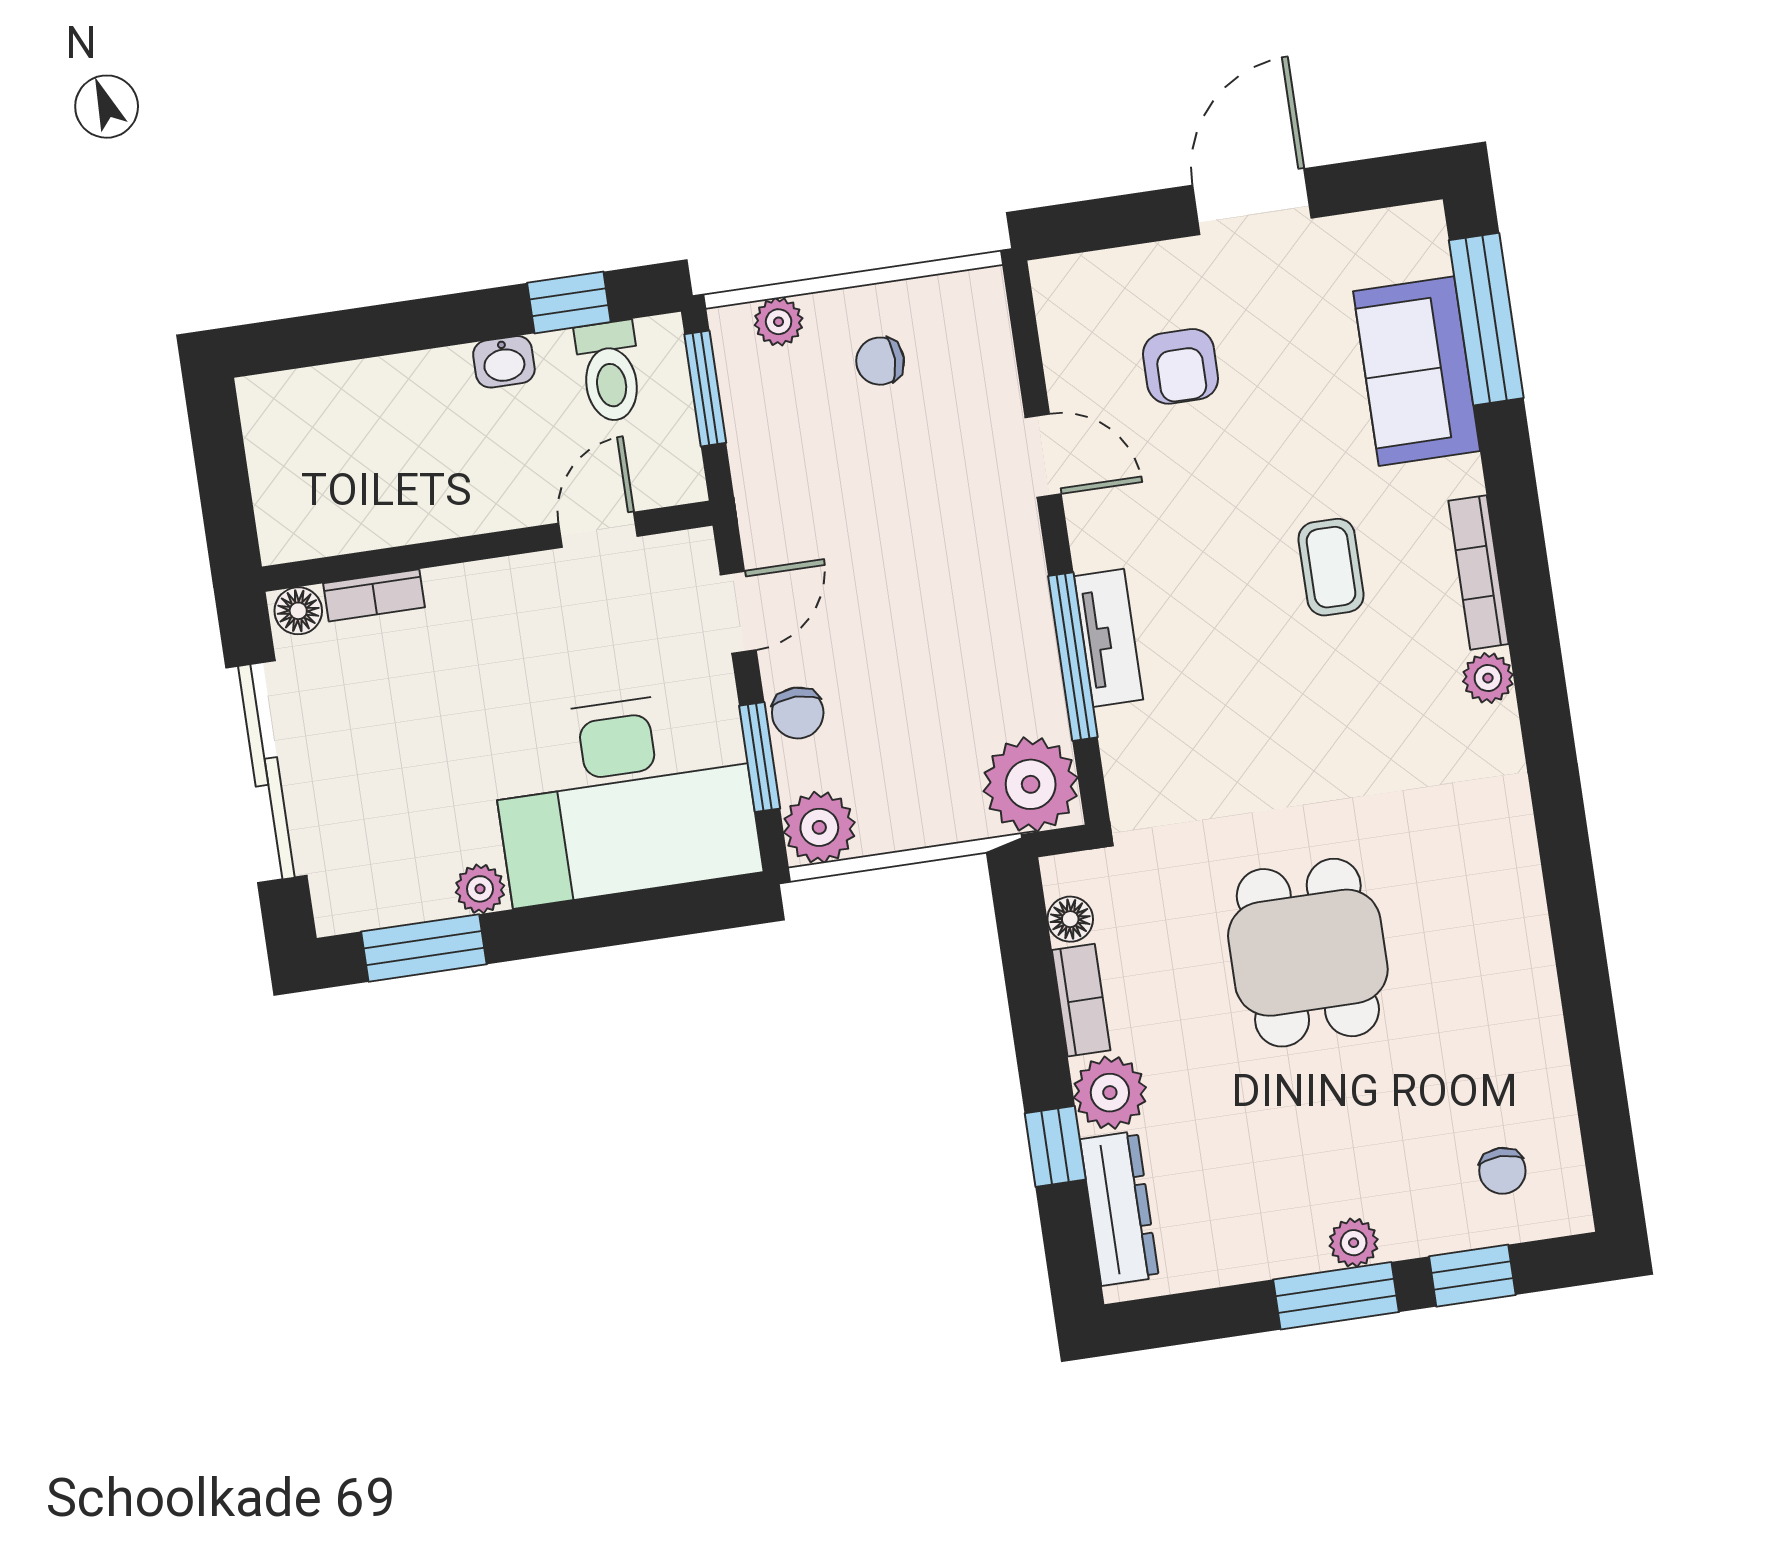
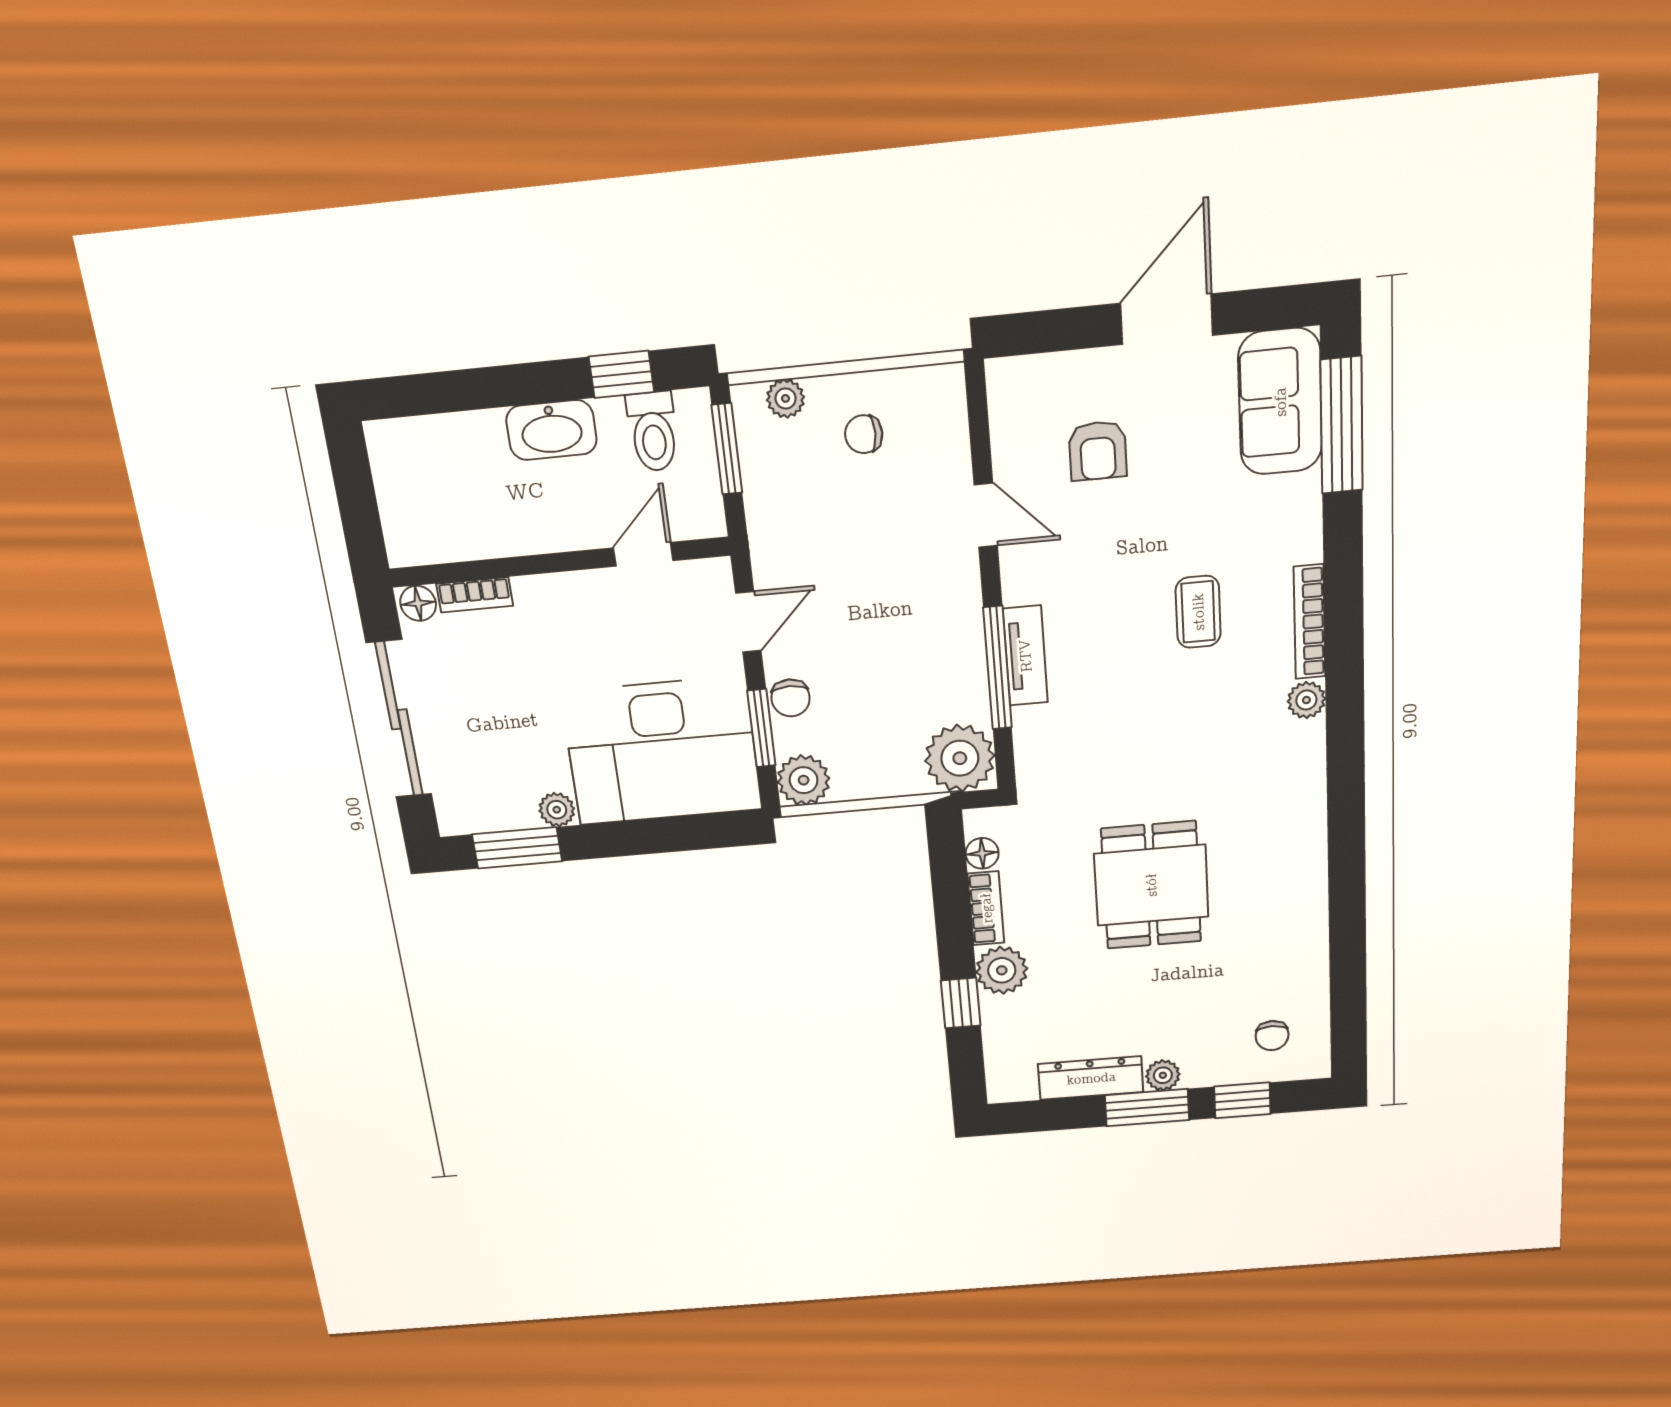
washbasin: (504, 362) -> (551, 430), width x1.91, depth x1.45
sofa: (1417, 371) -> (1280, 402), moved
dresser: (1119, 1208) -> (1091, 1078), moved, turned -90

